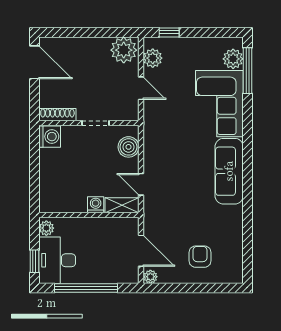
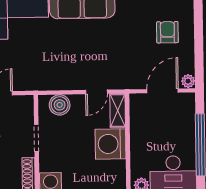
washing machine: (96, 205) -> (111, 144), width x1.89, depth x1.89
armchair: (200, 257) -> (167, 32), turned 90

